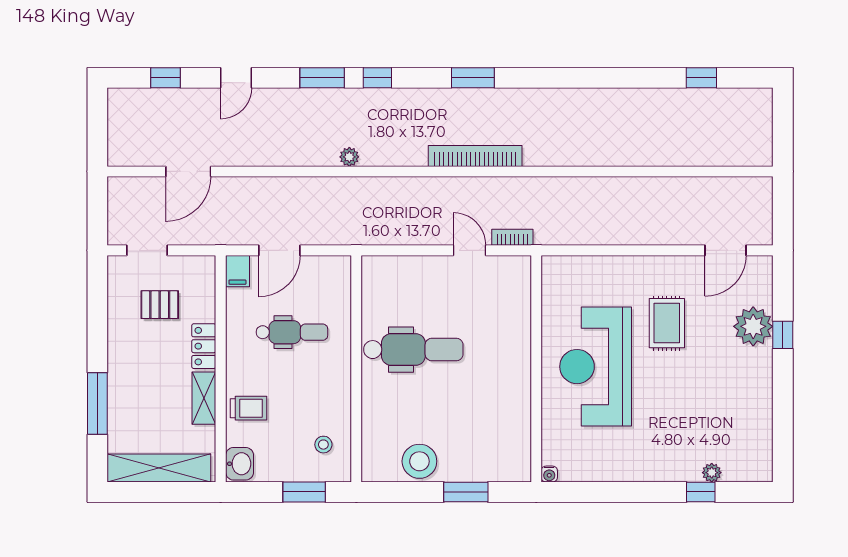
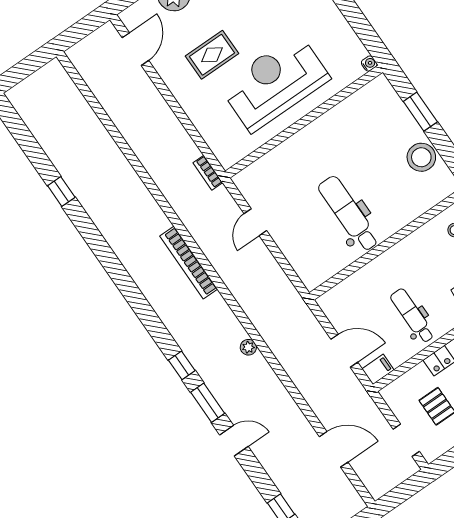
door: (236, 78) -> (234, 441), moved
window: (473, 78) -> (137, 301), removed
window: (701, 78) -> (61, 191), moved
bookcase: (512, 237) -> (208, 173), moved
door: (726, 250) -> (135, 49), hinge flipped
dental chair: (292, 332) -> (412, 316), moved
reception desk: (596, 367) -> (275, 82), turned 180

